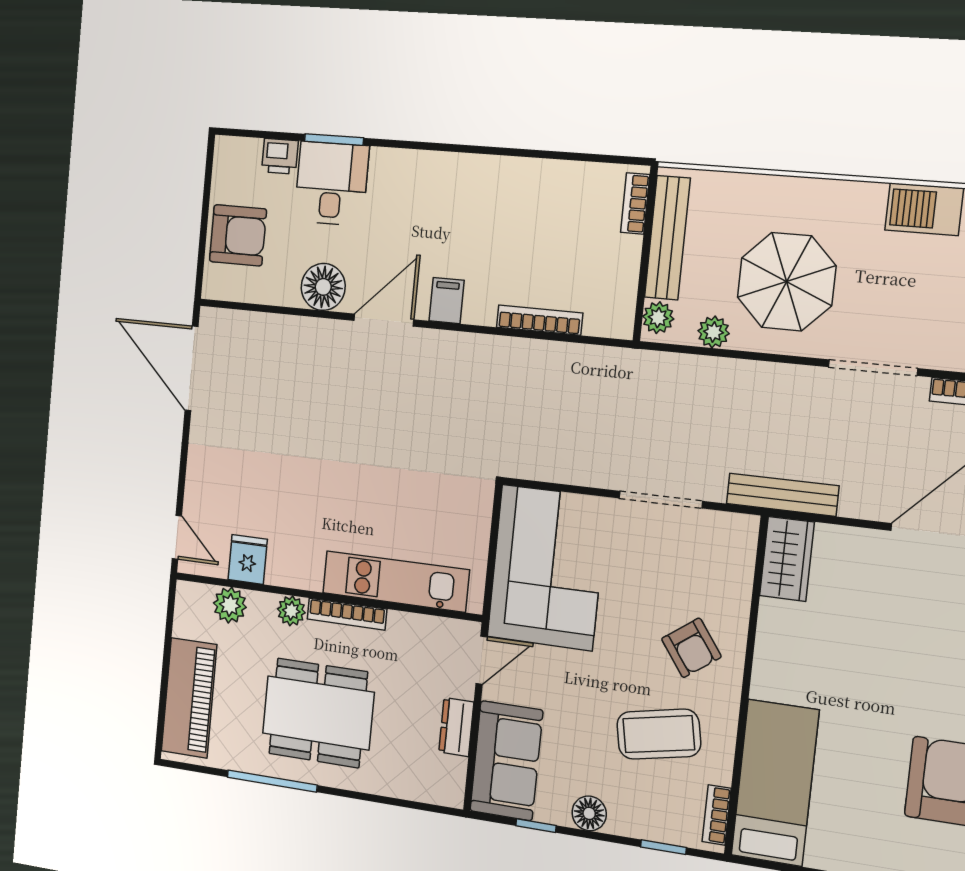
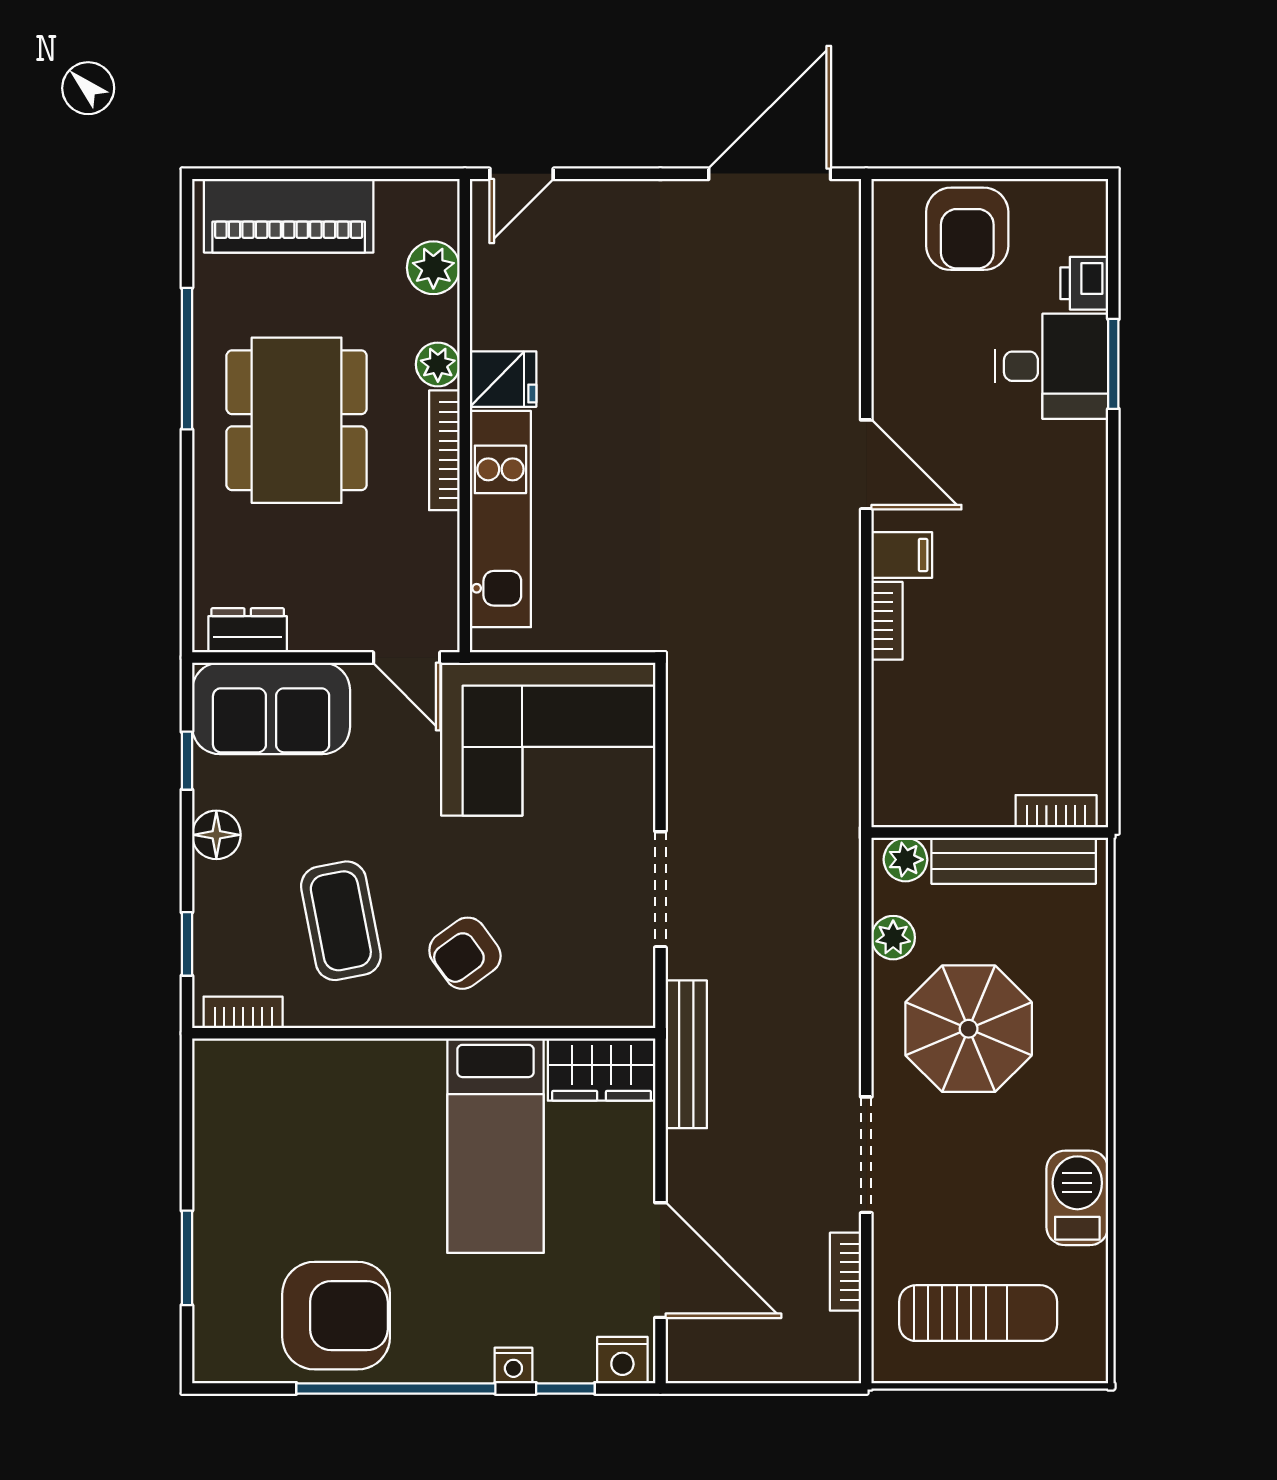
floor lamp: (323, 287) -> (905, 368), removed
bookcase: (539, 320) -> (887, 621), moved, width x0.64
fridge: (248, 559) -> (503, 379), moved
dresser: (456, 727) -> (248, 630), moved
bed: (775, 783) -> (495, 1146), moved, turned 90

